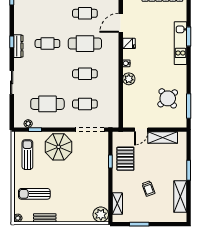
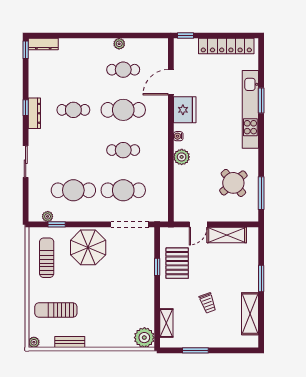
fridge: (129, 43) -> (185, 110), width x1.88, depth x1.34
kitchen unit: (180, 43) -> (250, 109), width x1.36
cafe table: (85, 104) -> (123, 190), width x1.37, depth x1.35

